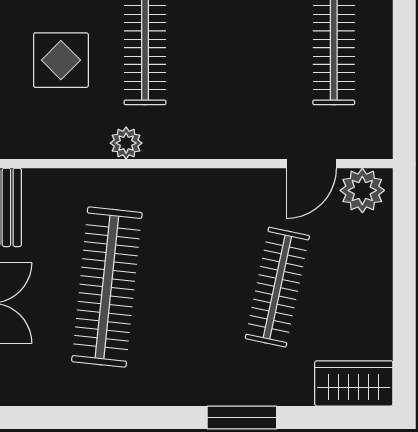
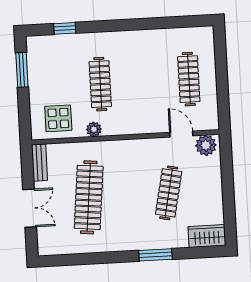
display table: (61, 60) -> (58, 118), moved
door: (311, 164) -> (181, 134), swing flipped

